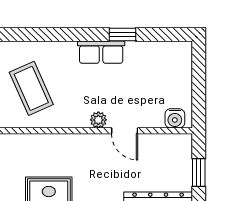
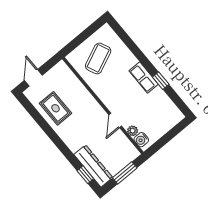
plant: (98, 120) -> (133, 131), moved
window: (199, 173) -> (125, 173), width x1.50

